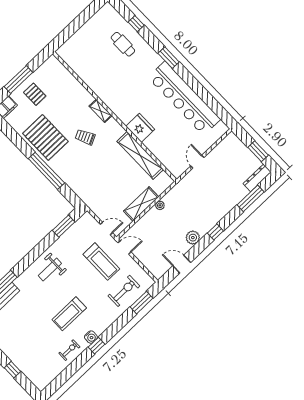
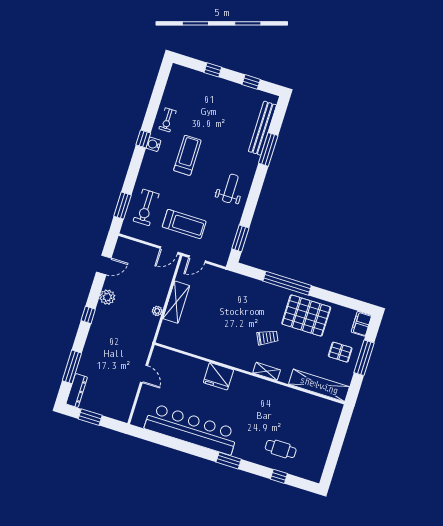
shelving: (140, 155) -> (319, 385), moved
treadmill: (101, 262) -> (184, 224), turned 180

